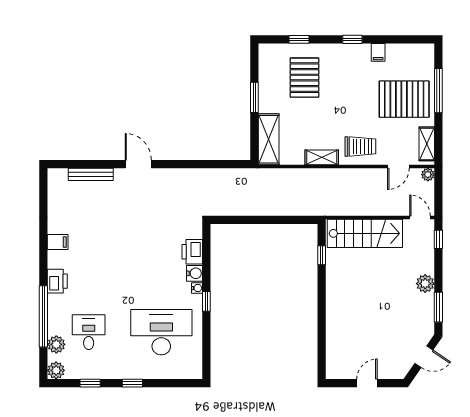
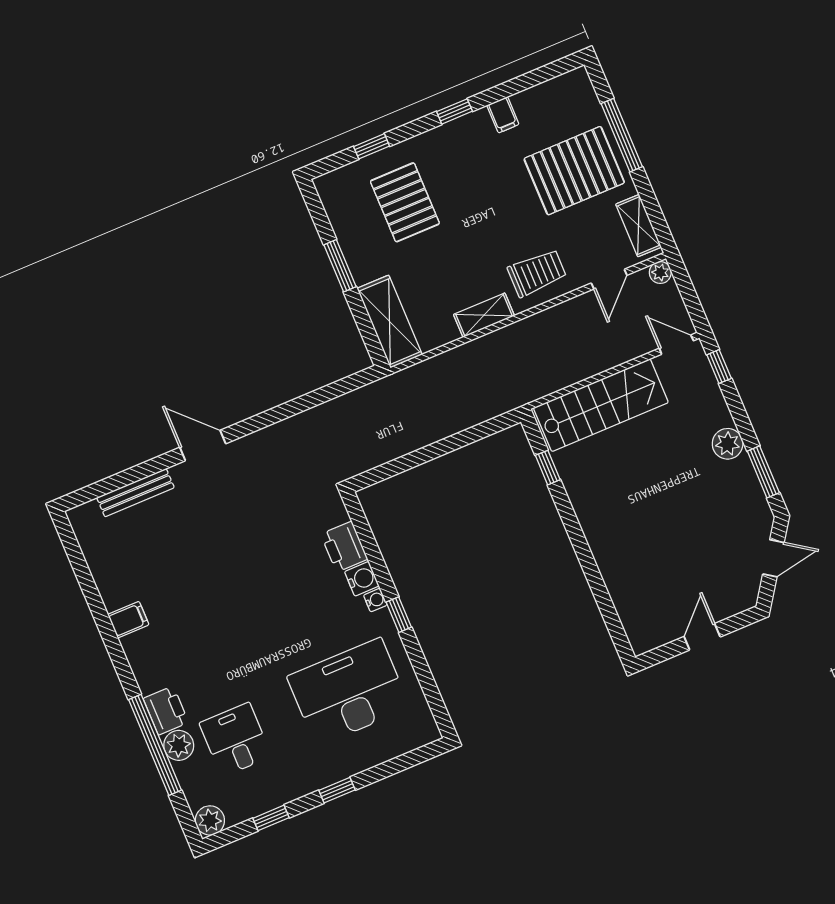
printer: (57, 281) -> (166, 710), moved
plant: (56, 344) -> (179, 745), moved

